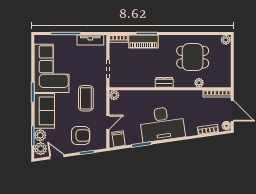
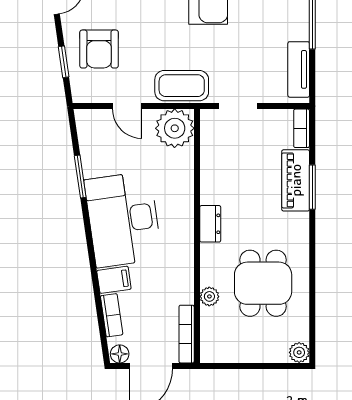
plant: (114, 95) -> (175, 128), width x1.87, depth x1.87
coffee table: (86, 98) -> (182, 86), moved
filing cabinet: (119, 139) -> (114, 280), moved

